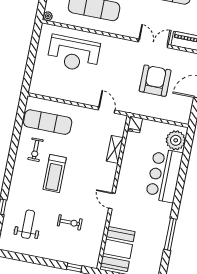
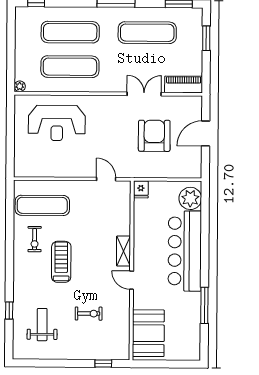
shelving: (115, 149) -> (123, 251), moved
treadmill: (55, 174) -> (61, 262), turned 180
bar counter: (164, 175) -> (185, 251), width x1.36

